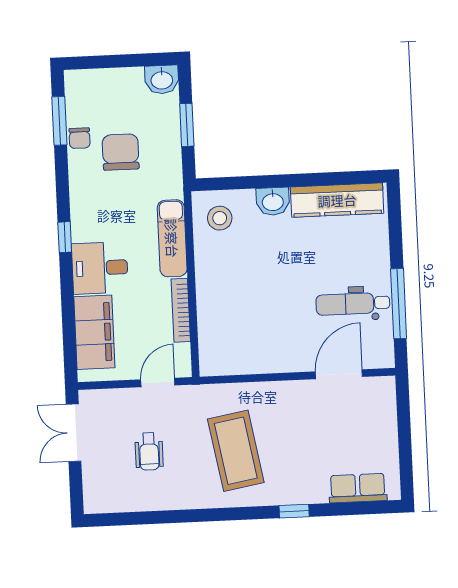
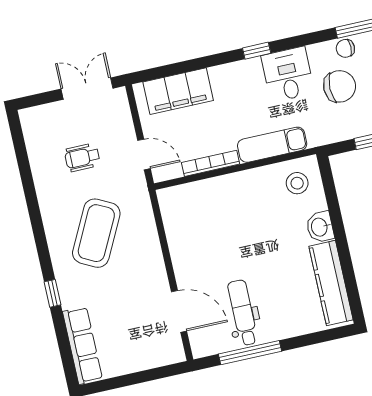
desk: (100, 268) -> (288, 74), moved
coffee table: (236, 451) -> (96, 233), turned -53
row of seats: (358, 488) -> (82, 345), width x1.48

